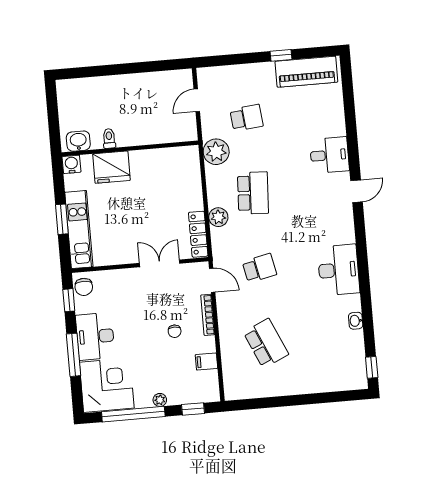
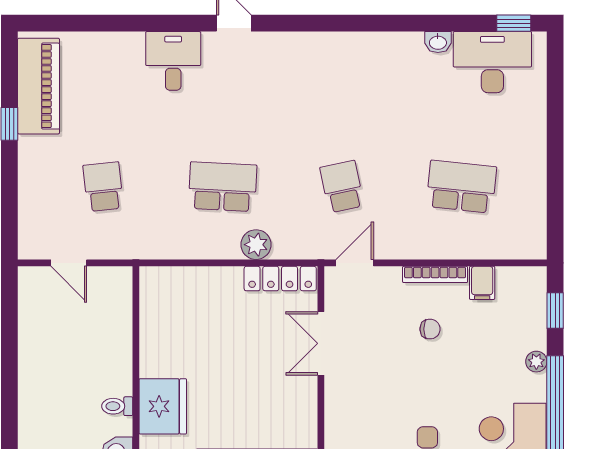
plant: (216, 152) -> (153, 239), removed
desk: (339, 270) -> (492, 62), moved
bookcase: (208, 315) -> (435, 274), moved
school desk: (266, 343) -> (461, 187), turned 30

